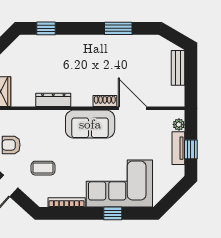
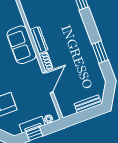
dresser: (53, 100) -> (39, 40), moved
sofa: (90, 124) -> (22, 45), moved

